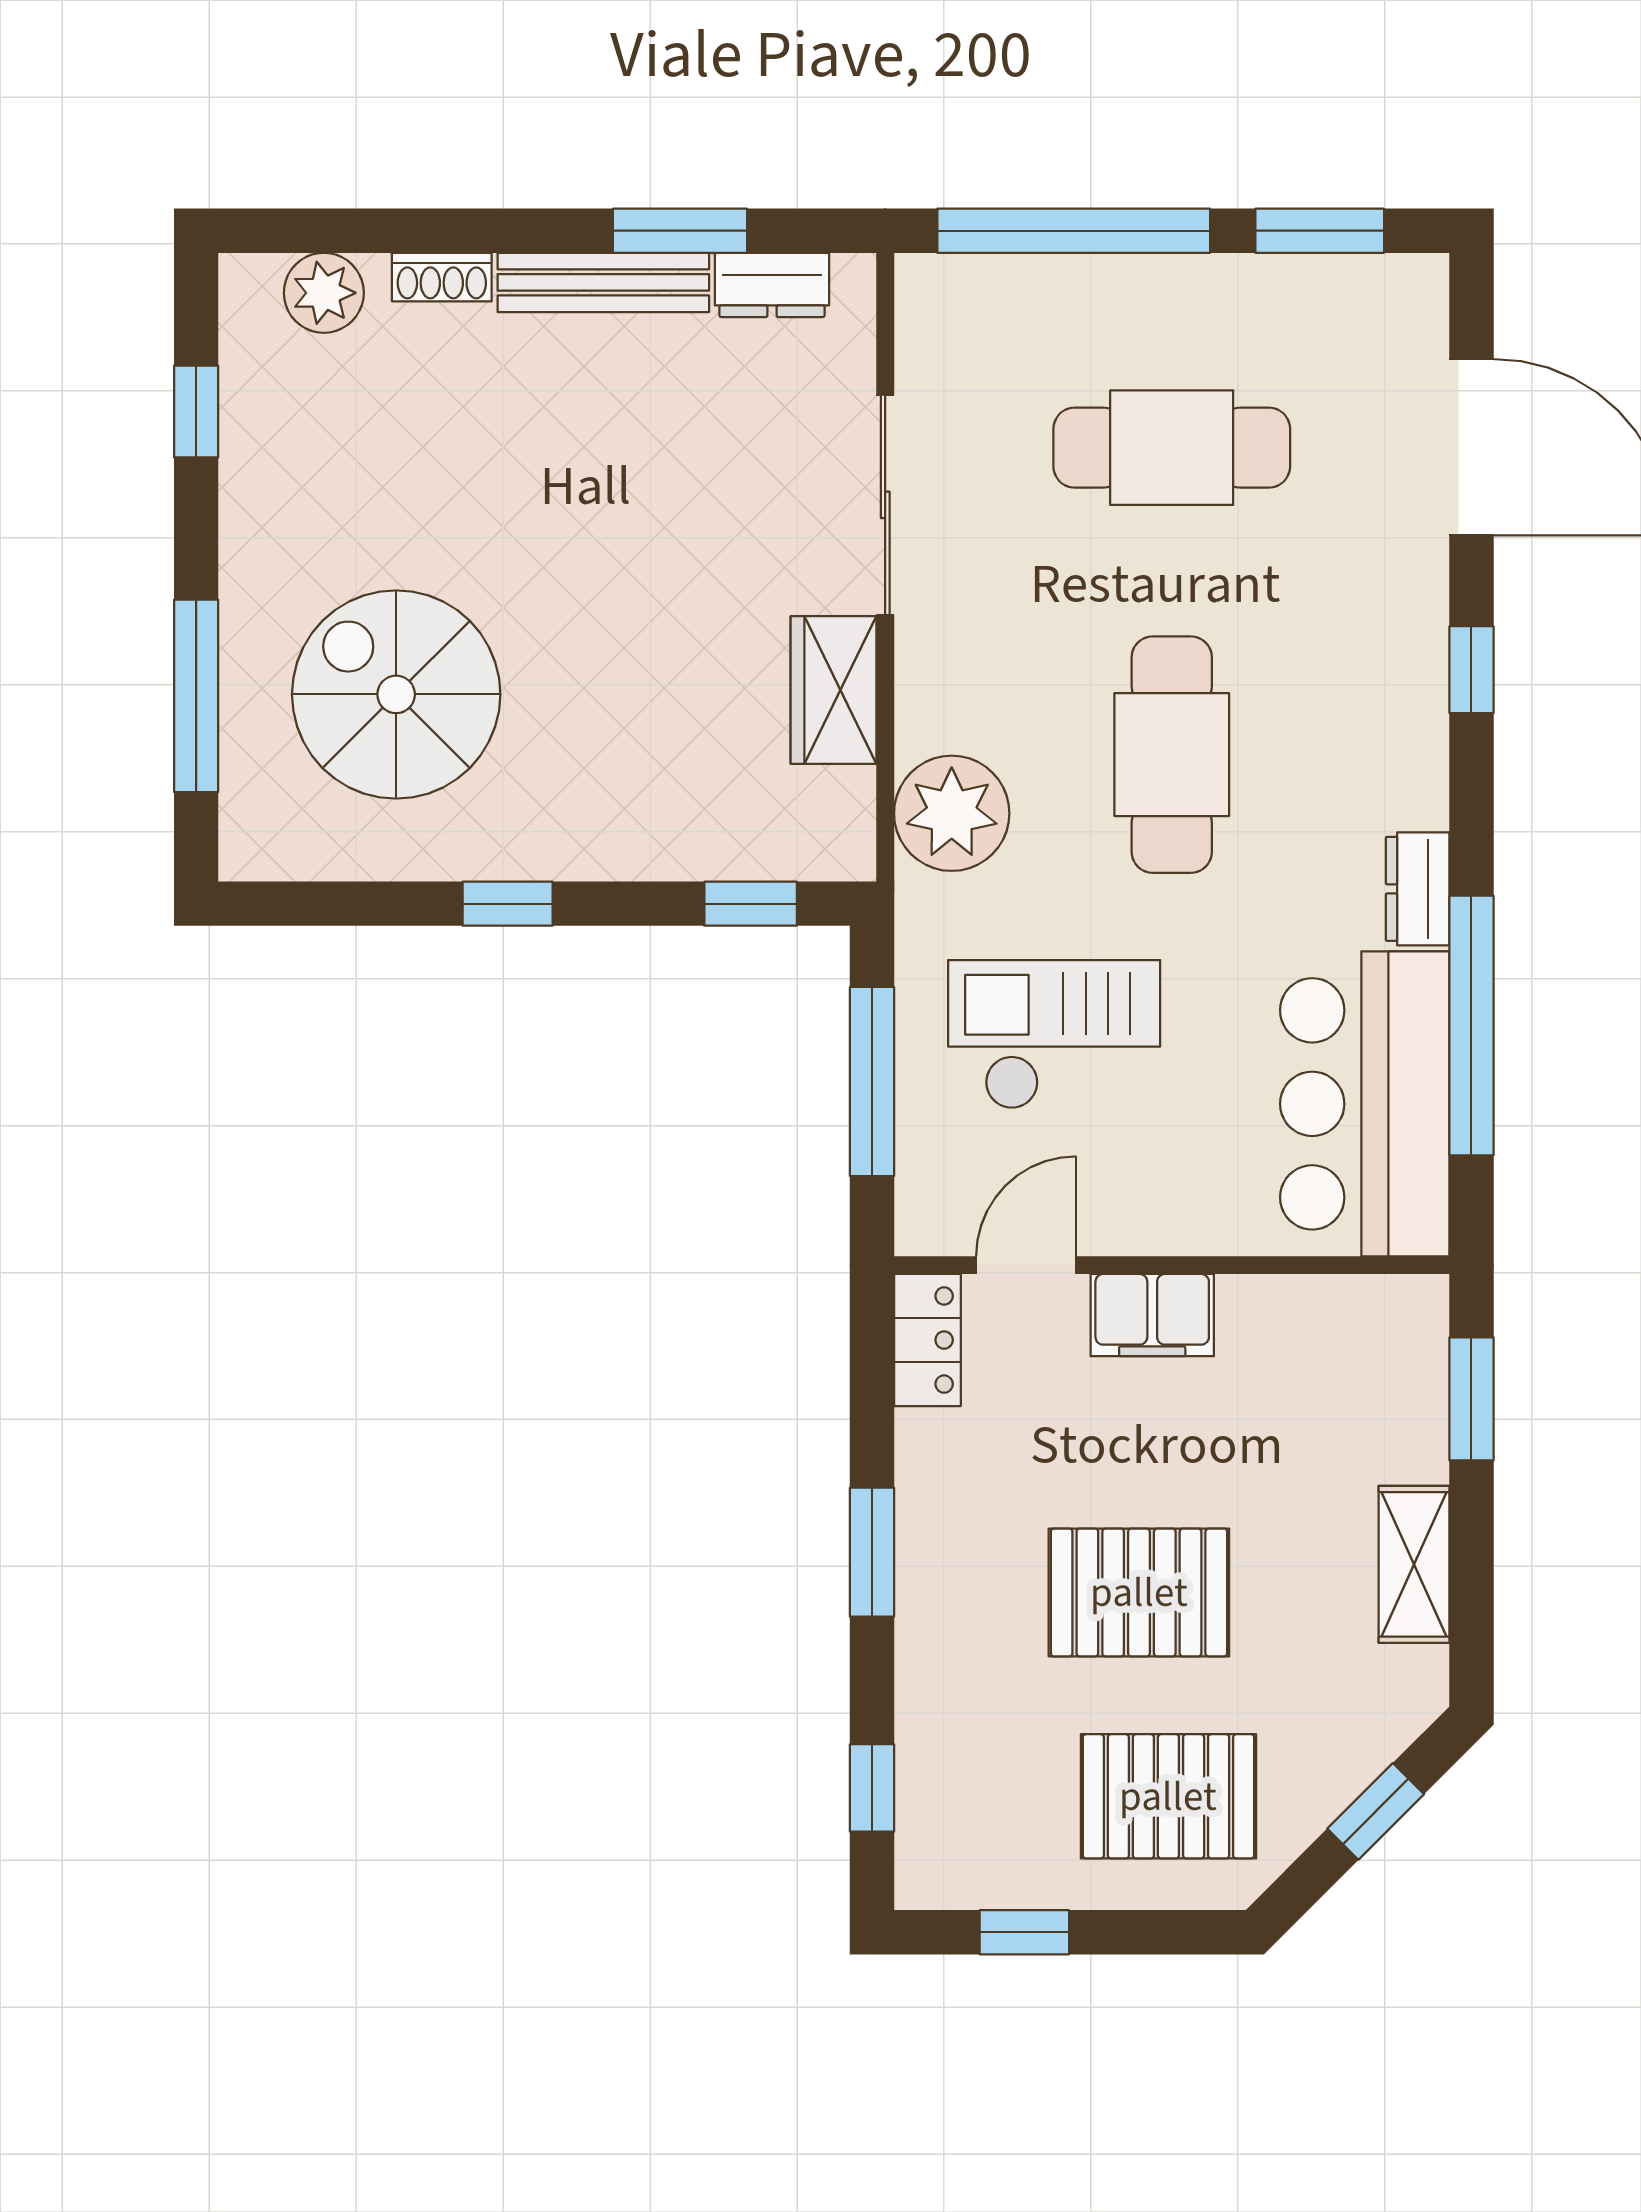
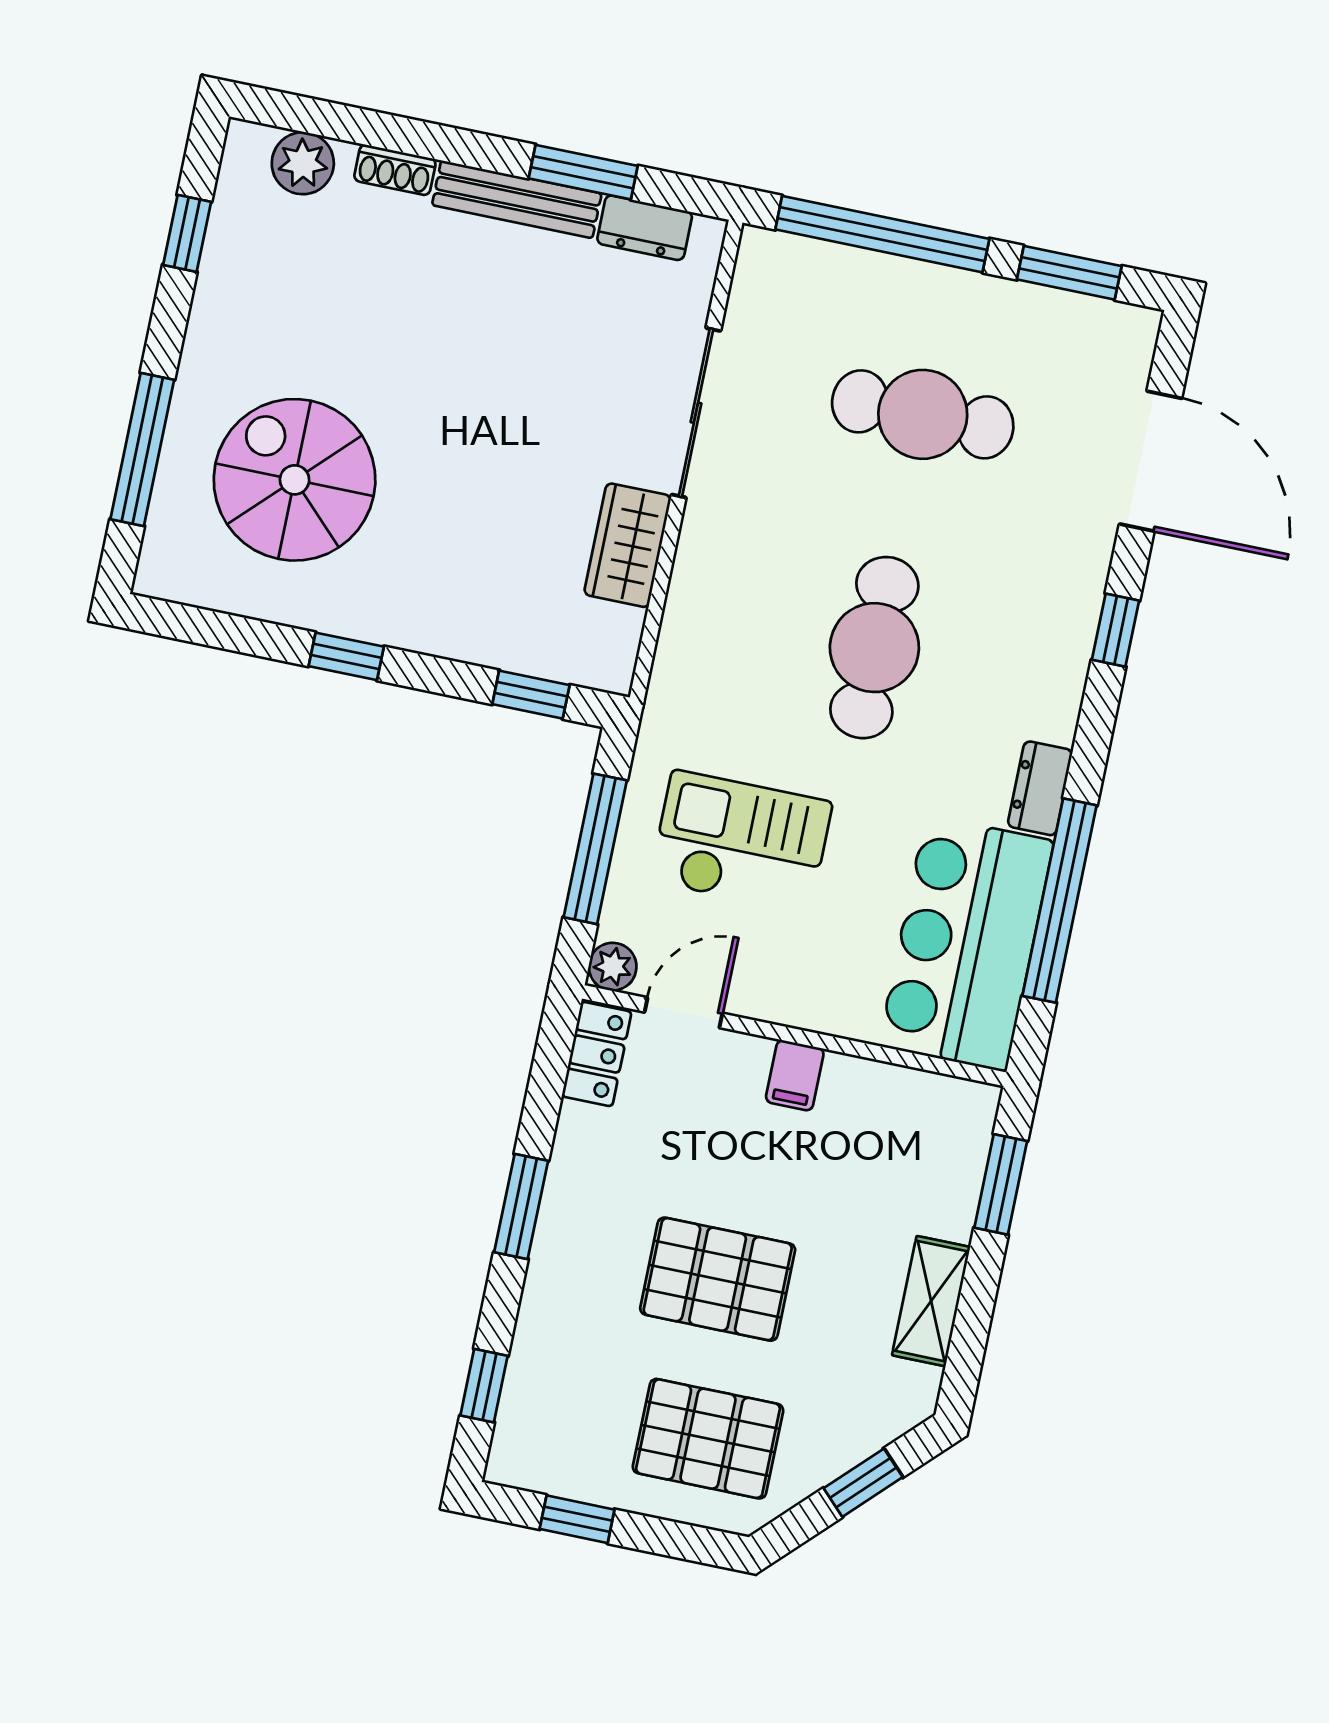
plant: (952, 813) -> (613, 967), moved, width x0.53, depth x0.53
filing cabinet: (1152, 1315) -> (795, 1075), width x0.50

